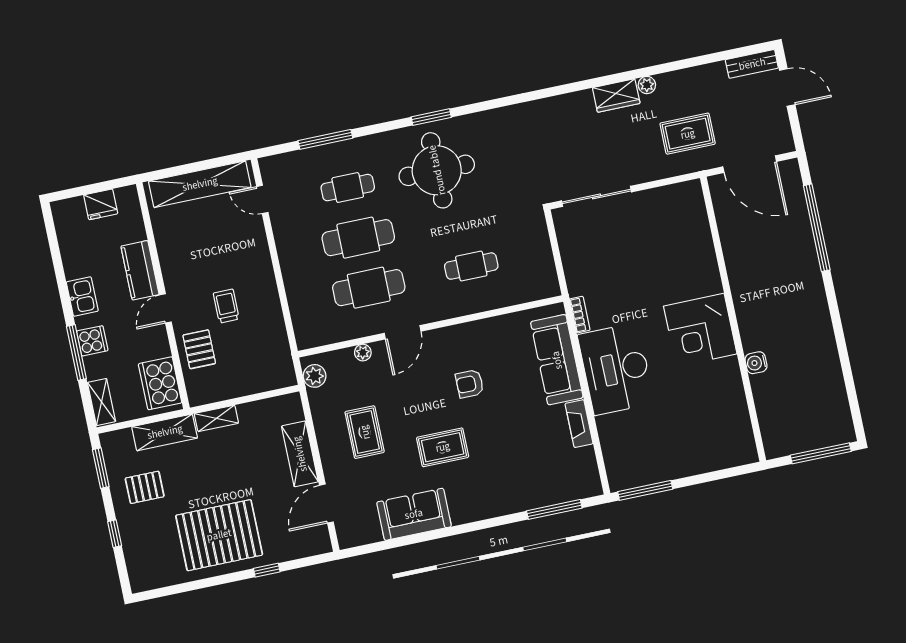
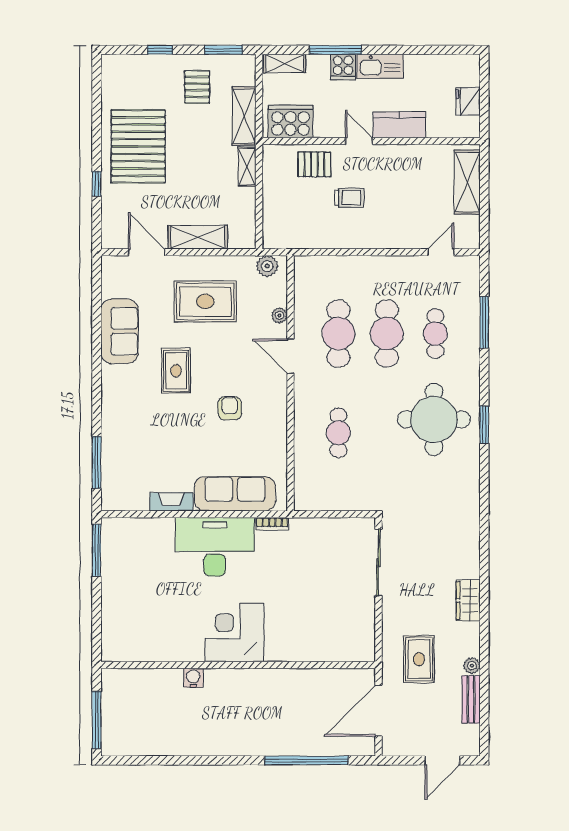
bench: (752, 64) -> (471, 699), moved
plant: (647, 85) -> (472, 666), moved
shelving: (200, 184) -> (467, 182), width x0.68
kitchen sink: (82, 297) -> (380, 66), width x1.38
rug: (365, 432) -> (205, 301), width x1.36, depth x1.43

